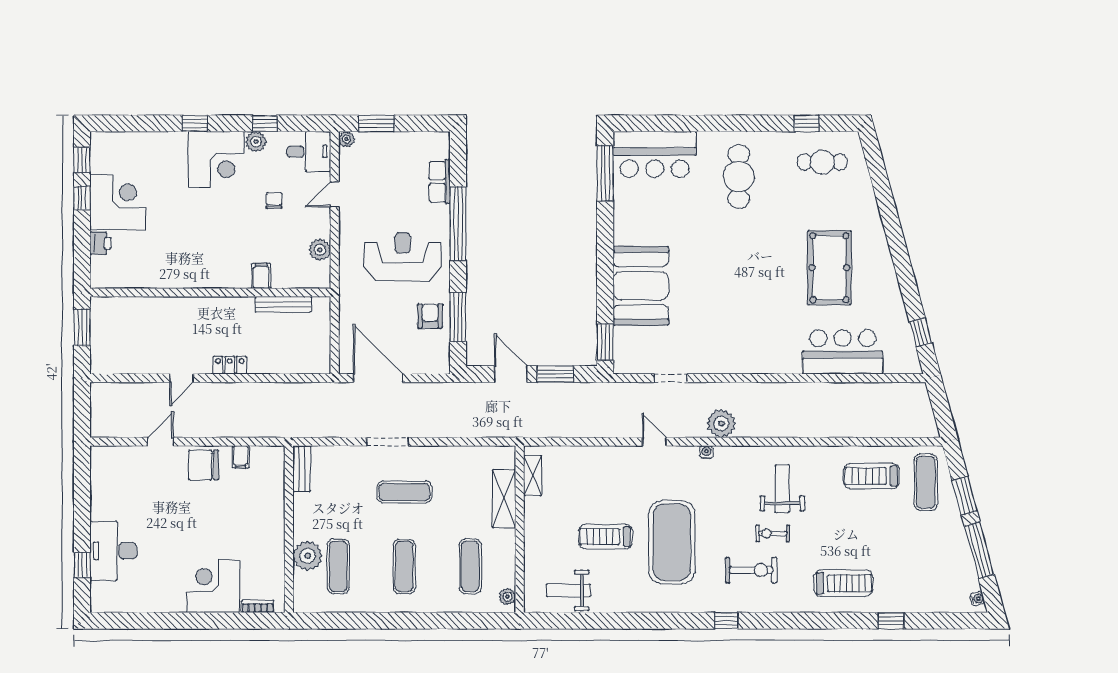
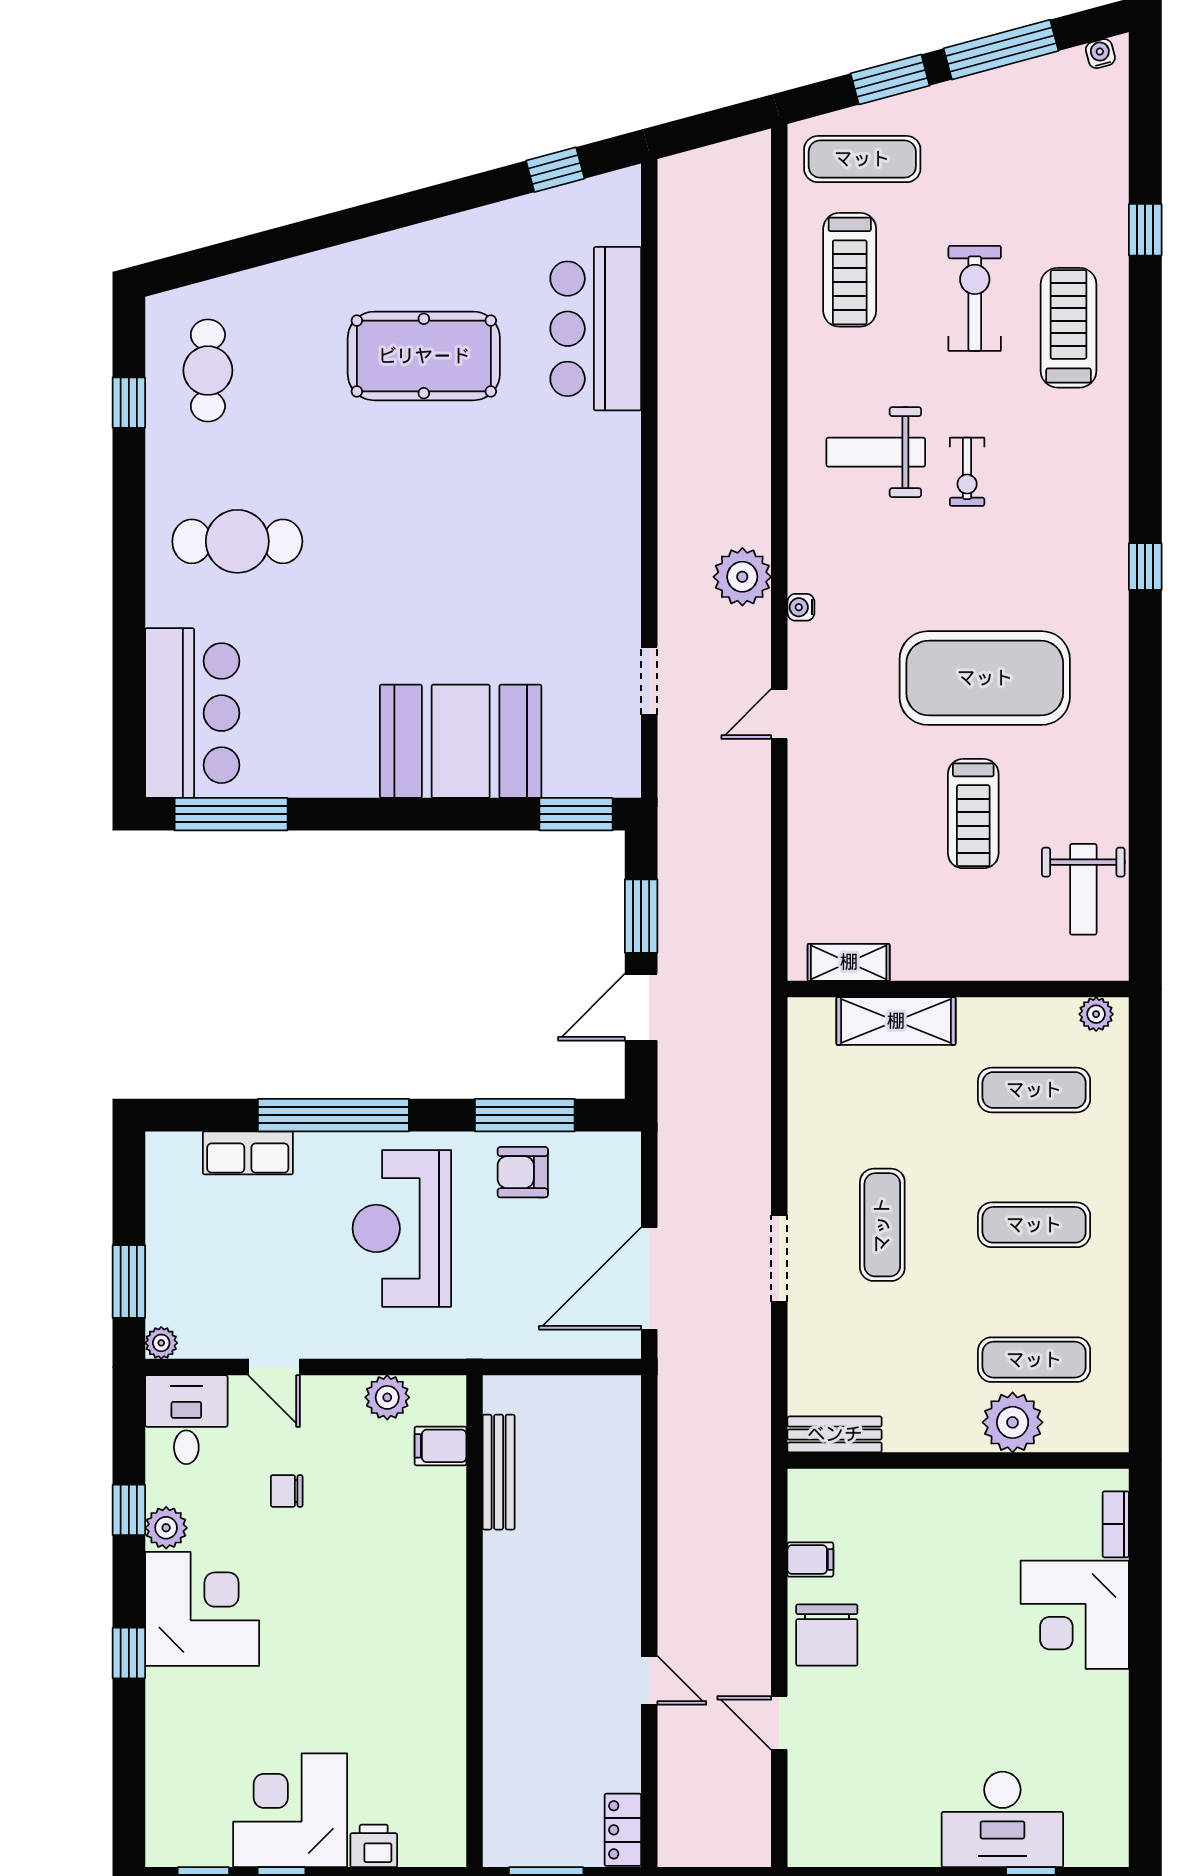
filing cabinet: (261, 276) -> (440, 1446), moved
locker: (230, 365) -> (623, 1830), moved
exercise bike: (751, 570) -> (975, 298), moved

